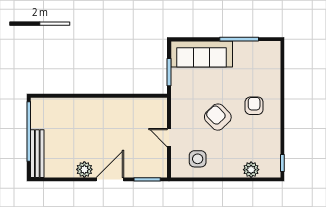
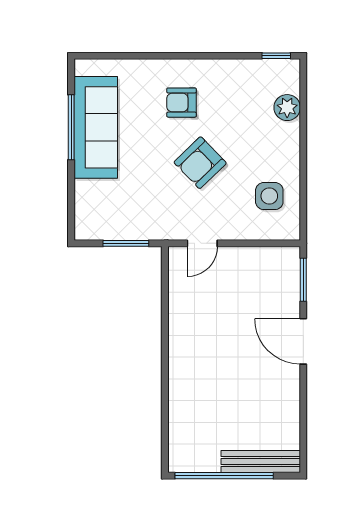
sofa: (202, 54) -> (96, 127), moved
door: (169, 138) -> (202, 243), moved
plant: (84, 169) -> (287, 383), removed

